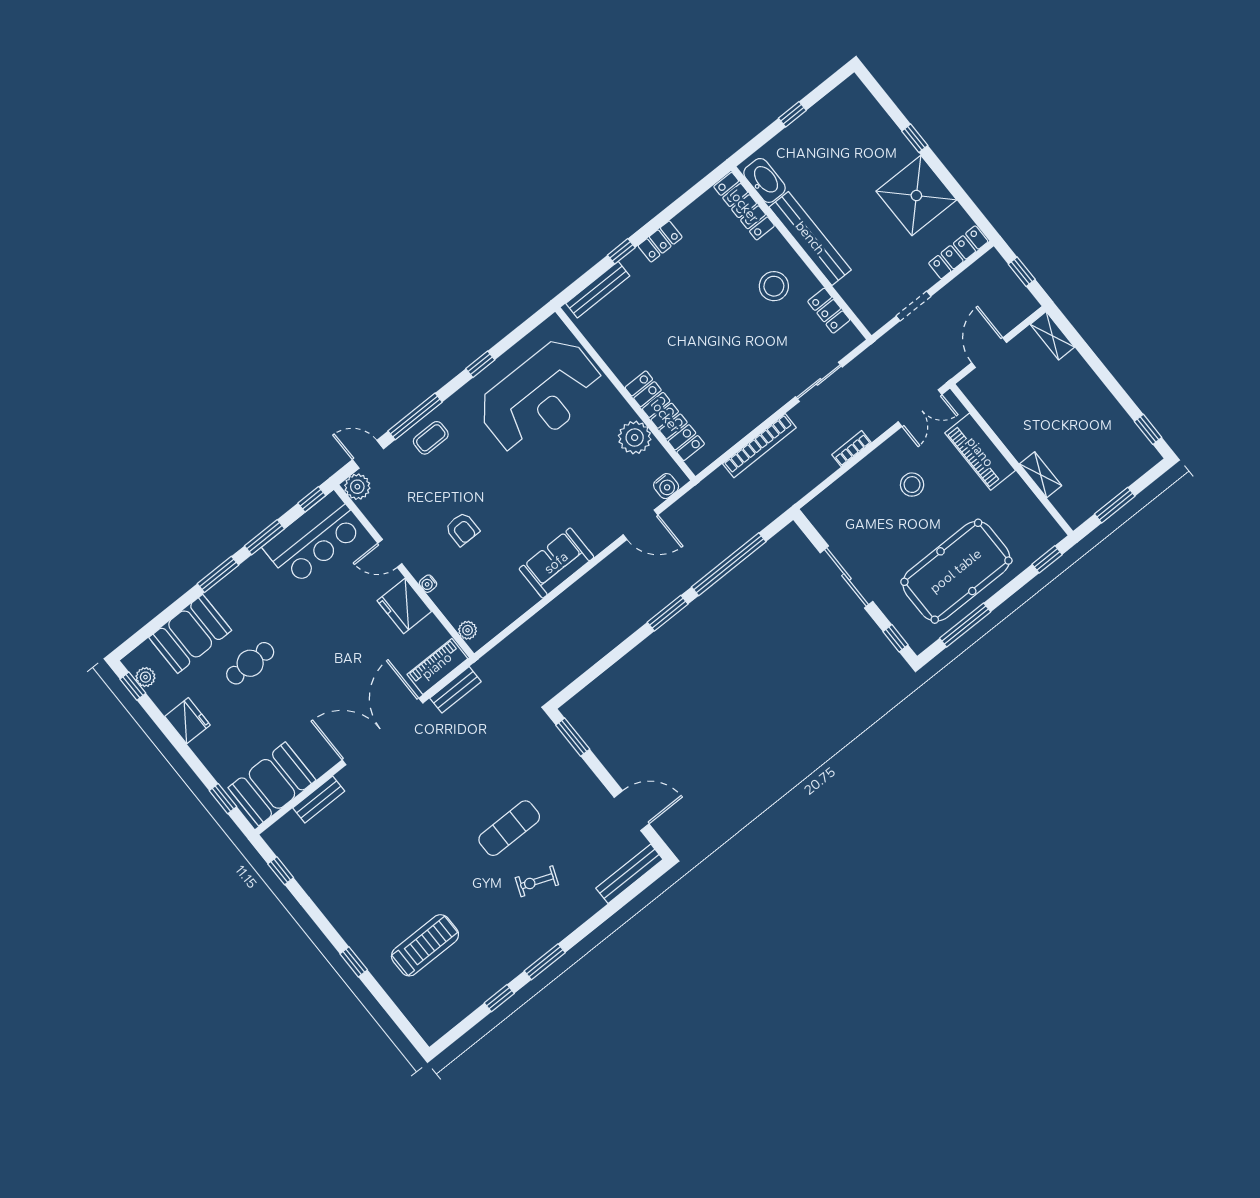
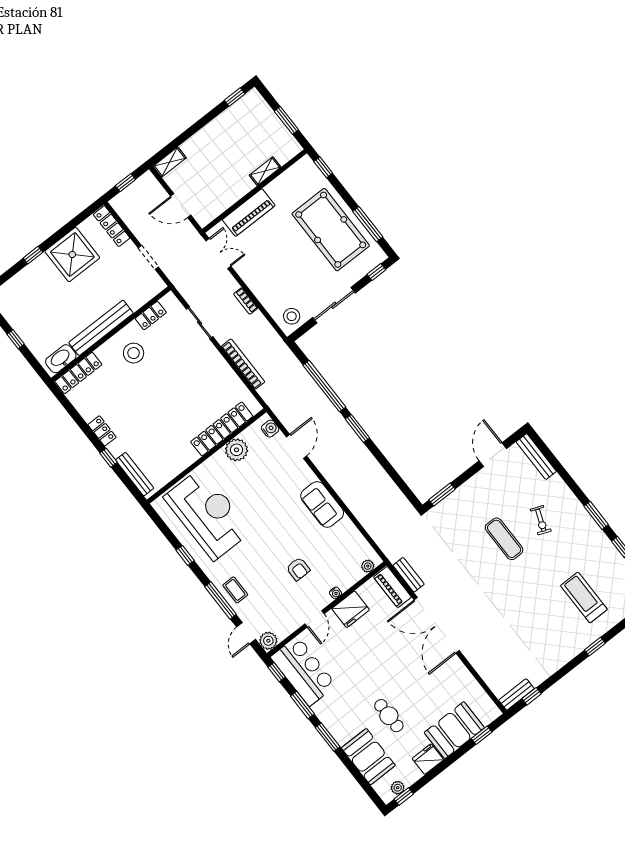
stool: (912, 485) -> (292, 316), moved
armchair: (462, 529) -> (298, 569), turned 90
booth: (272, 784) -> (454, 730), moved, turned 90
bench: (319, 800) -> (516, 694), moved, turned 90

